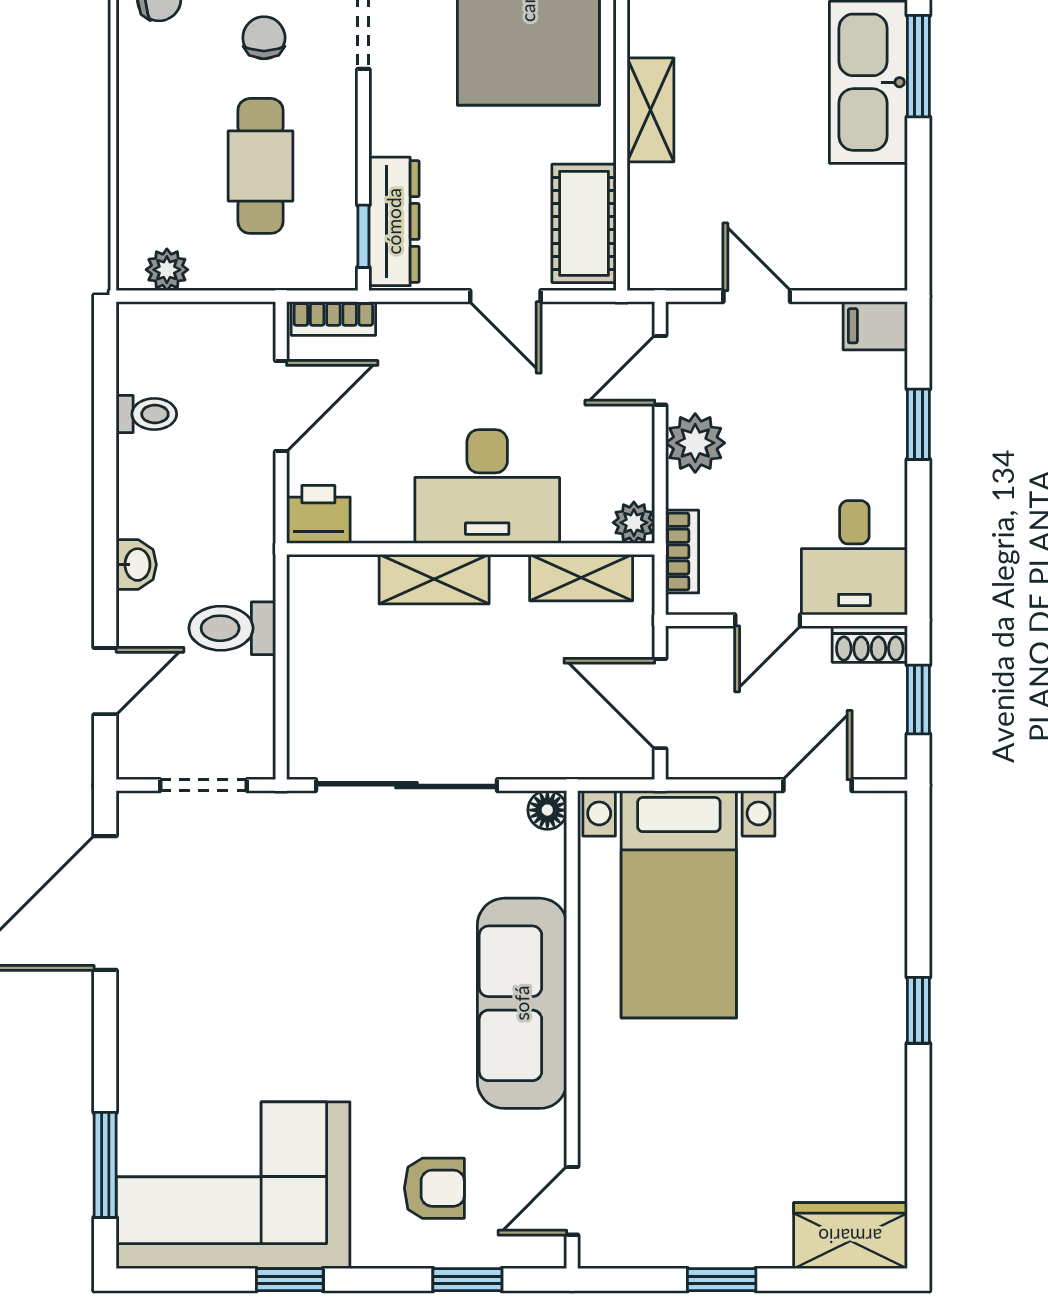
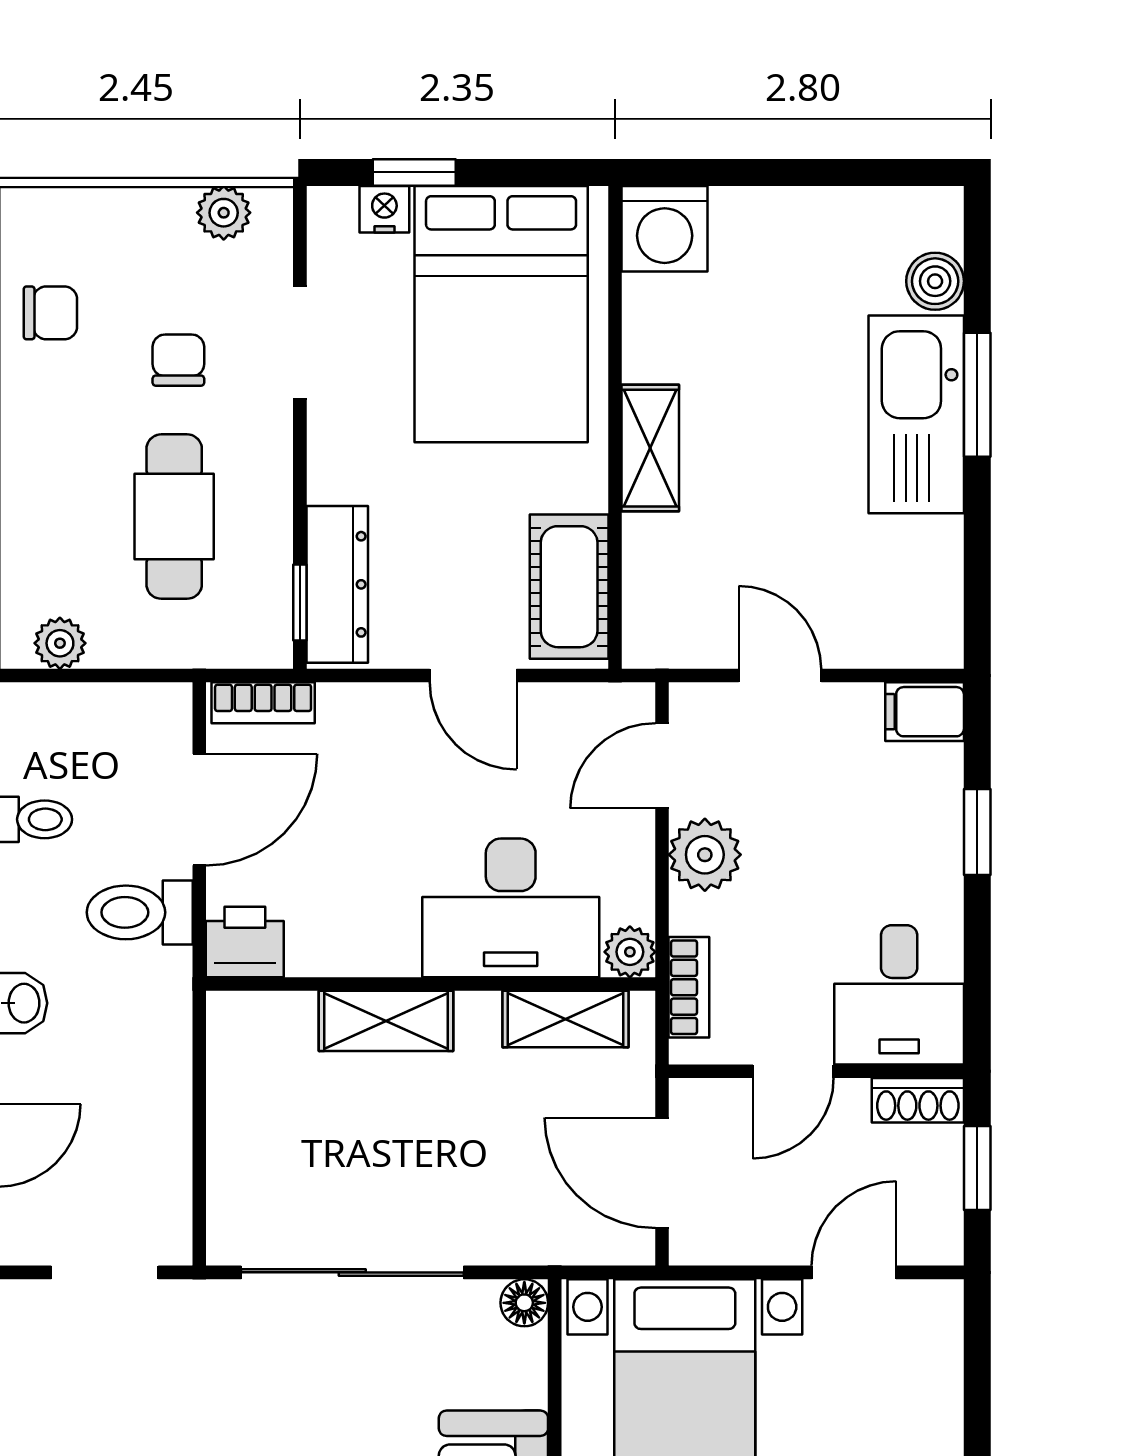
desk: (487, 487) -> (511, 908), moved
toilet: (232, 628) -> (140, 912), moved

